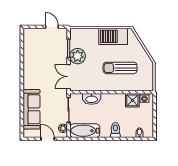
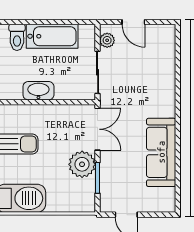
washbasin: (92, 99) -> (38, 91), moved
sofa: (32, 109) -> (161, 152), moved
bathtub: (85, 131) -> (52, 36), moved

